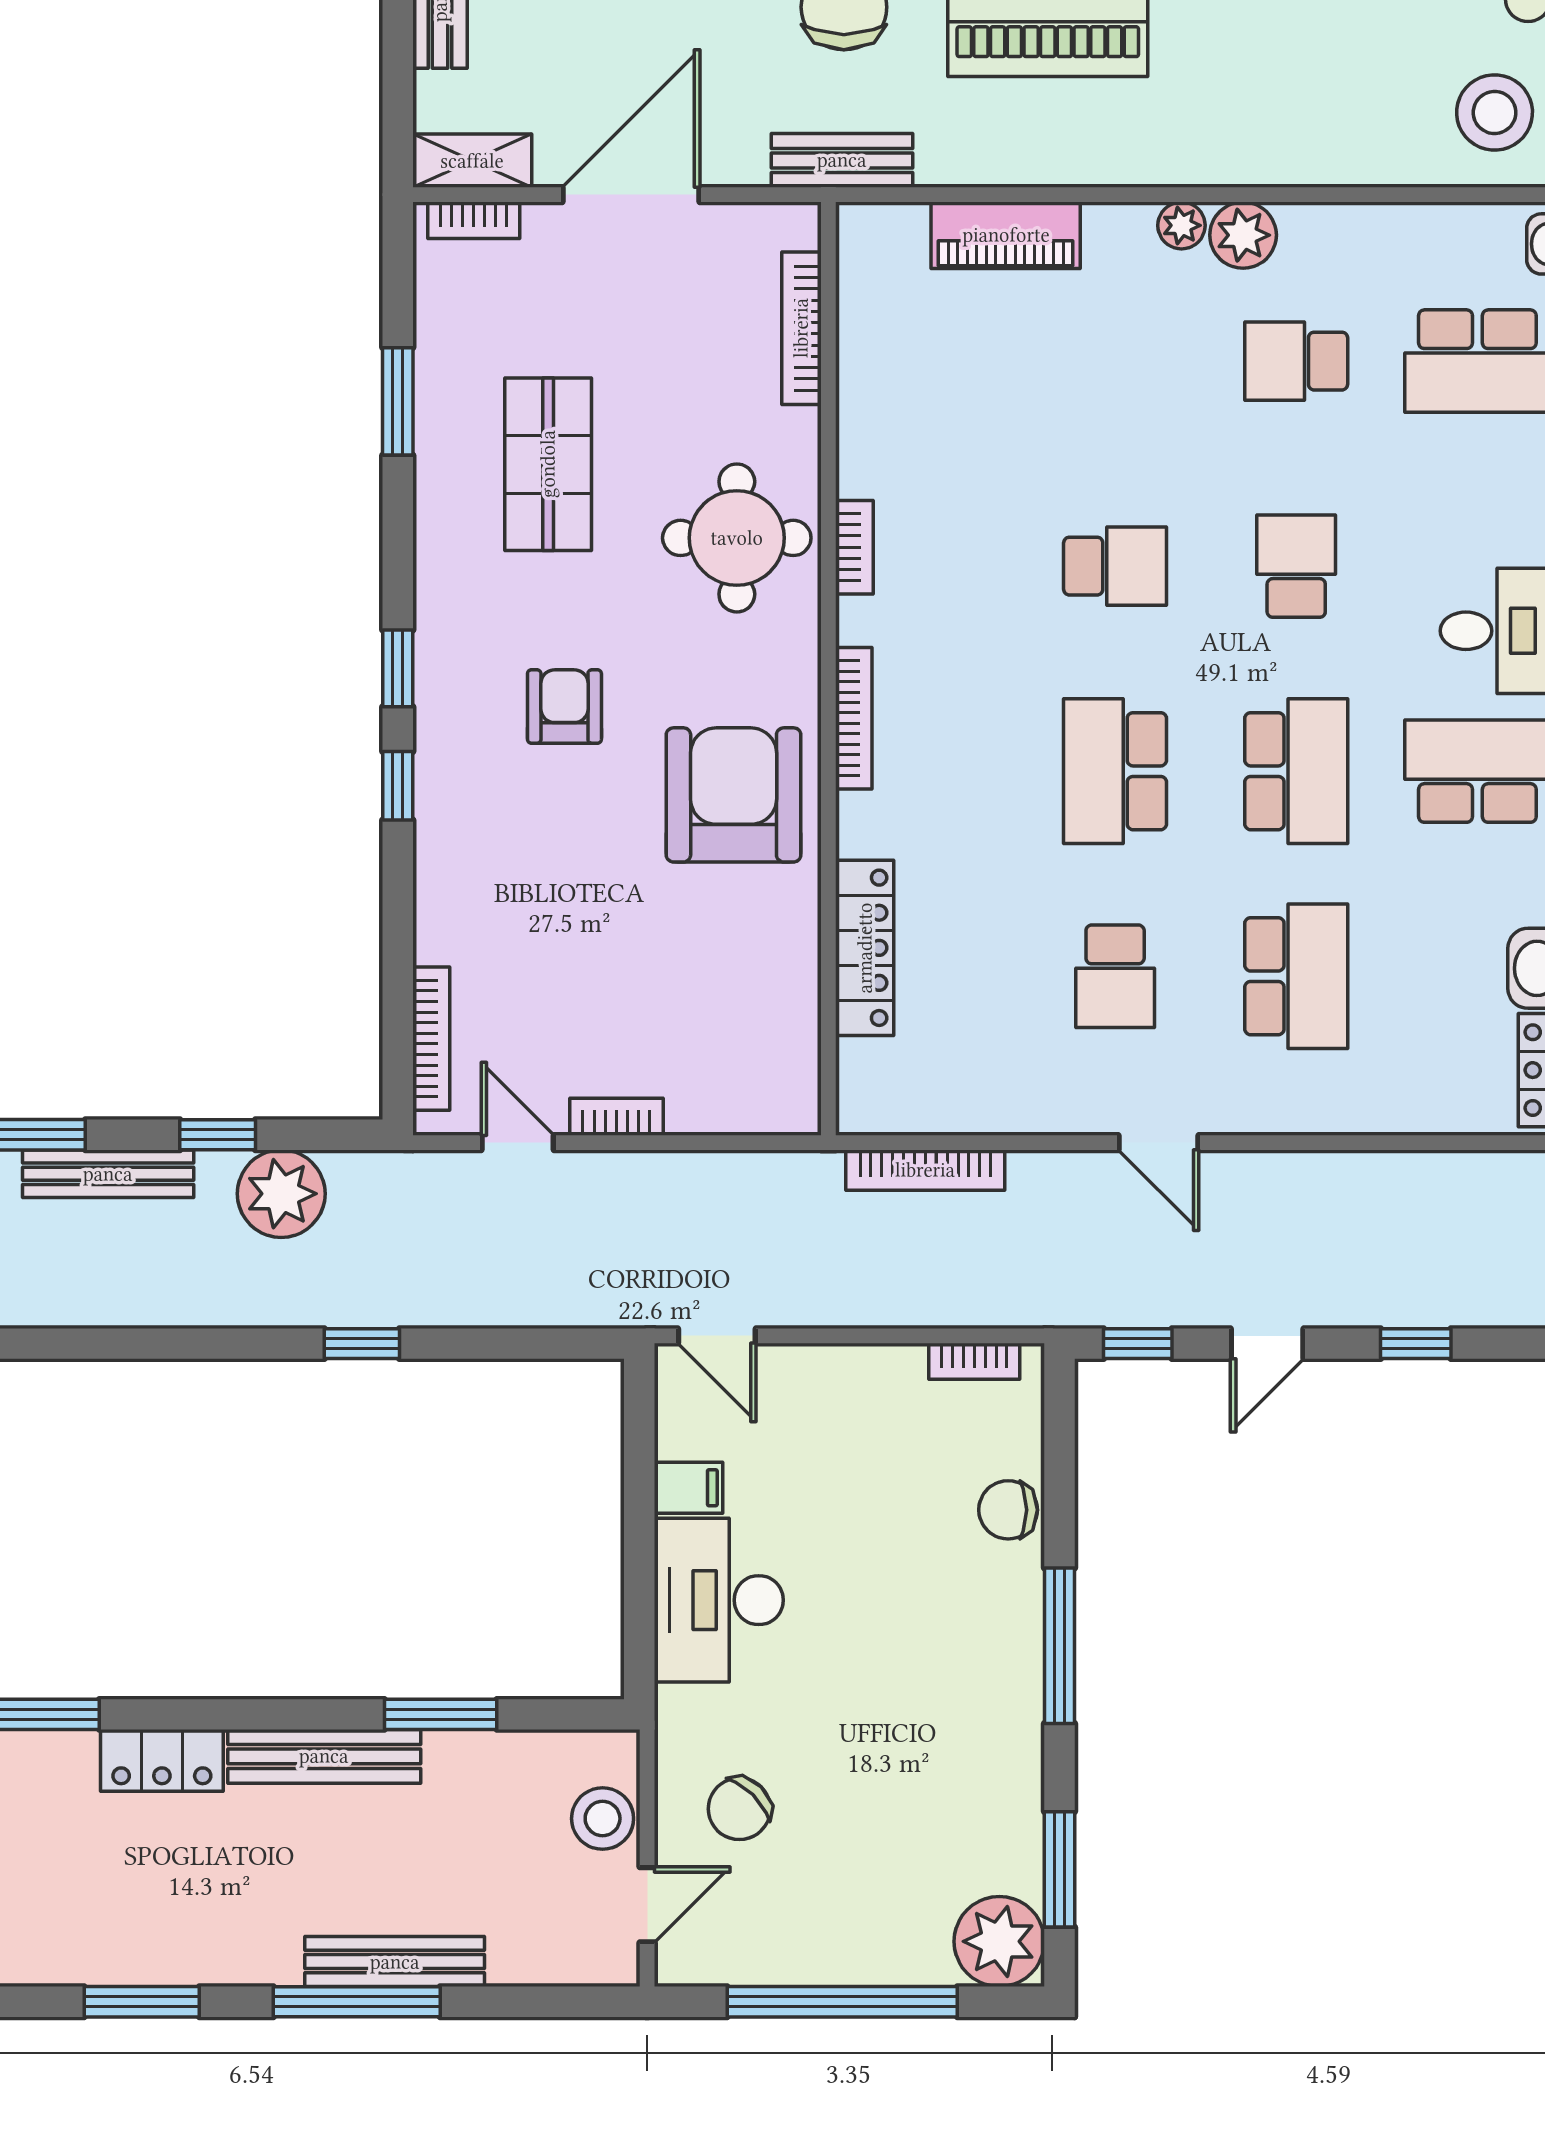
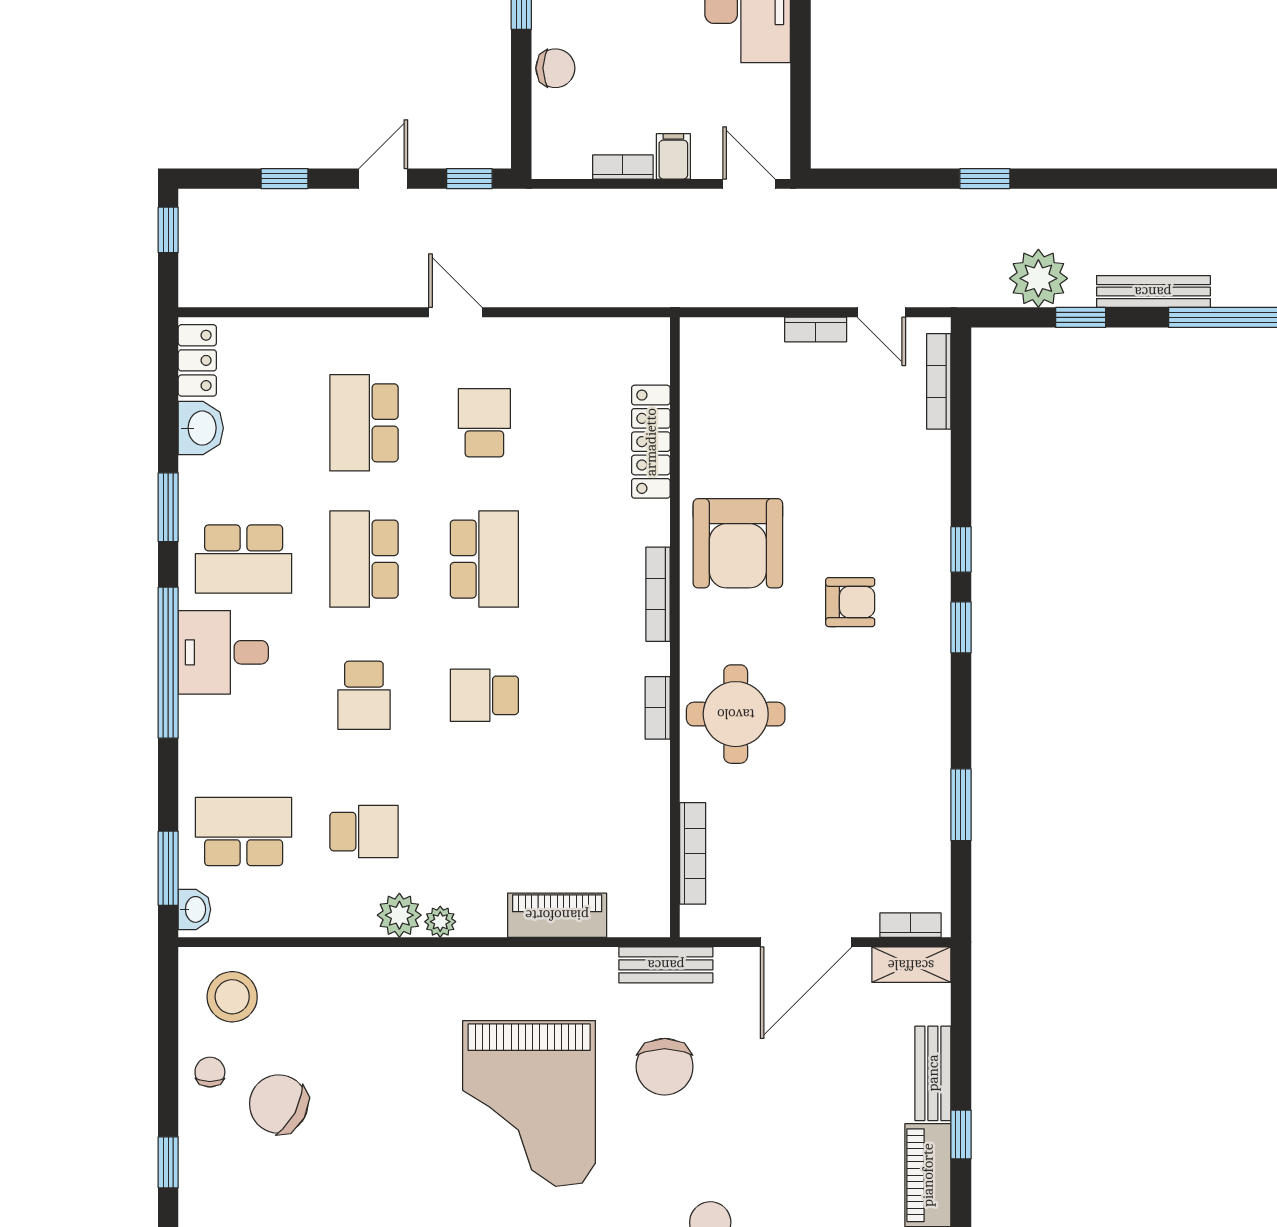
shop shelf: (548, 464) -> (861, 763), removed
armchair: (564, 706) -> (850, 602), turned -90
bookcase: (925, 1170) -> (610, 294), removed
bookcase: (974, 1361) -> (623, 167), moved
filing cabinet: (688, 1488) -> (673, 156), moved, turned 90

